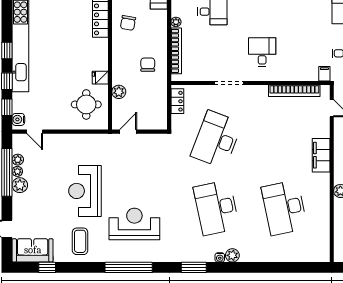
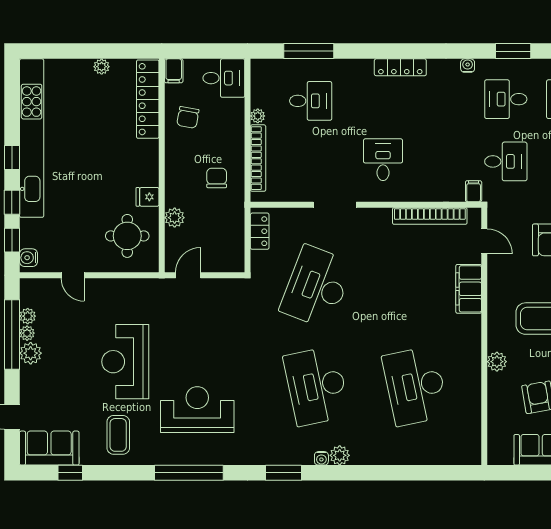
door: (35, 132) -> (73, 275), moved
filing cabinet: (321, 155) -> (469, 289), moved

